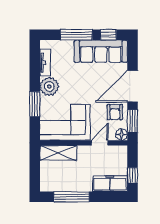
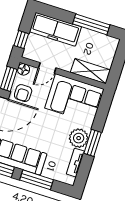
window: (35, 104) -> (93, 143), moved
armchair: (115, 112) -> (23, 93), turned 180
window: (133, 175) -> (21, 40), moved
freezer: (110, 184) -> (55, 29), width x1.36, depth x1.26

